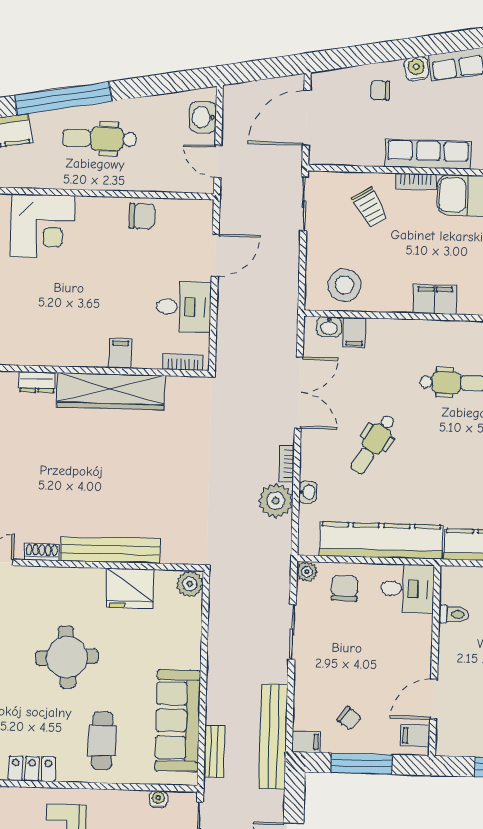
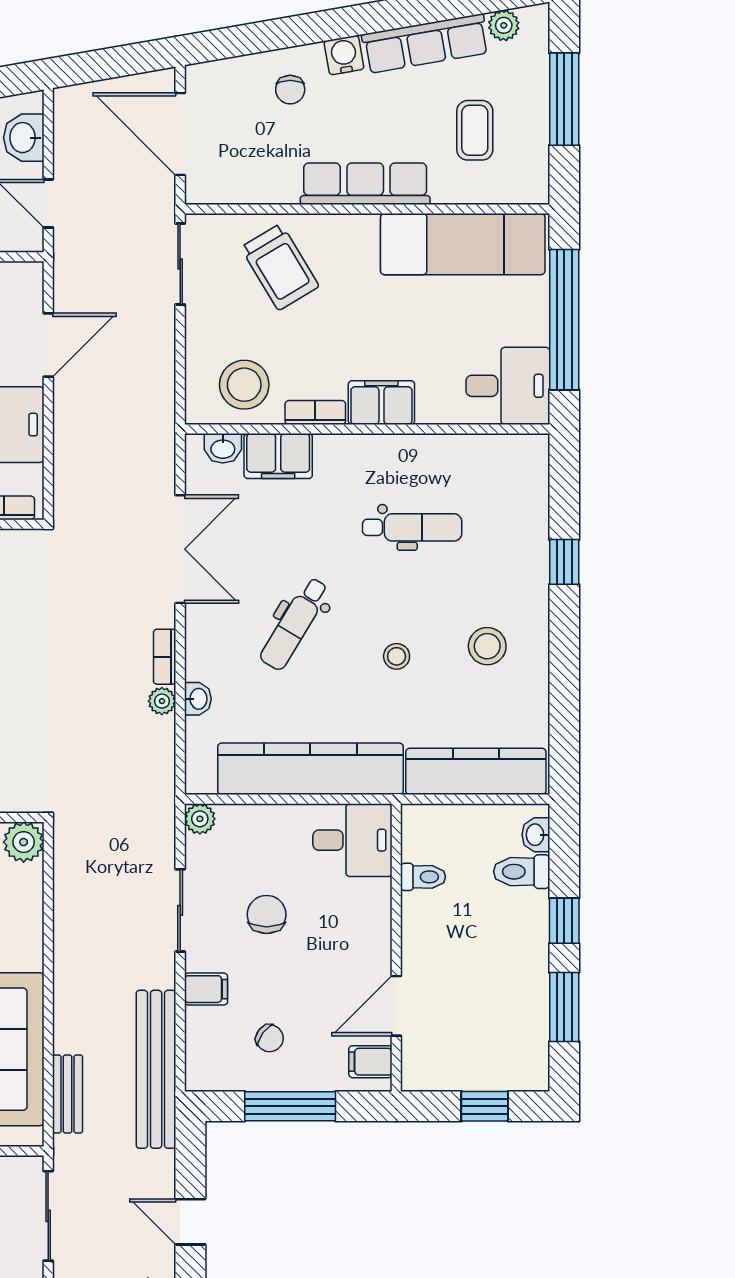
chair: (380, 90) -> (290, 90), turned -90
door: (306, 118) -> (180, 134), hinge flipped
bookcase: (416, 182) -> (315, 413), moved, turned 180
trolley: (370, 208) -> (280, 267), width x1.36, depth x1.39
filing cabinet: (354, 333) -> (278, 456), width x2.00
stool: (440, 468) -> (397, 656), added
plant: (276, 501) -> (162, 701), width x0.53, depth x0.53
chair: (344, 588) -> (267, 914), moved
filing cabinet: (306, 742) -> (206, 989), moved

